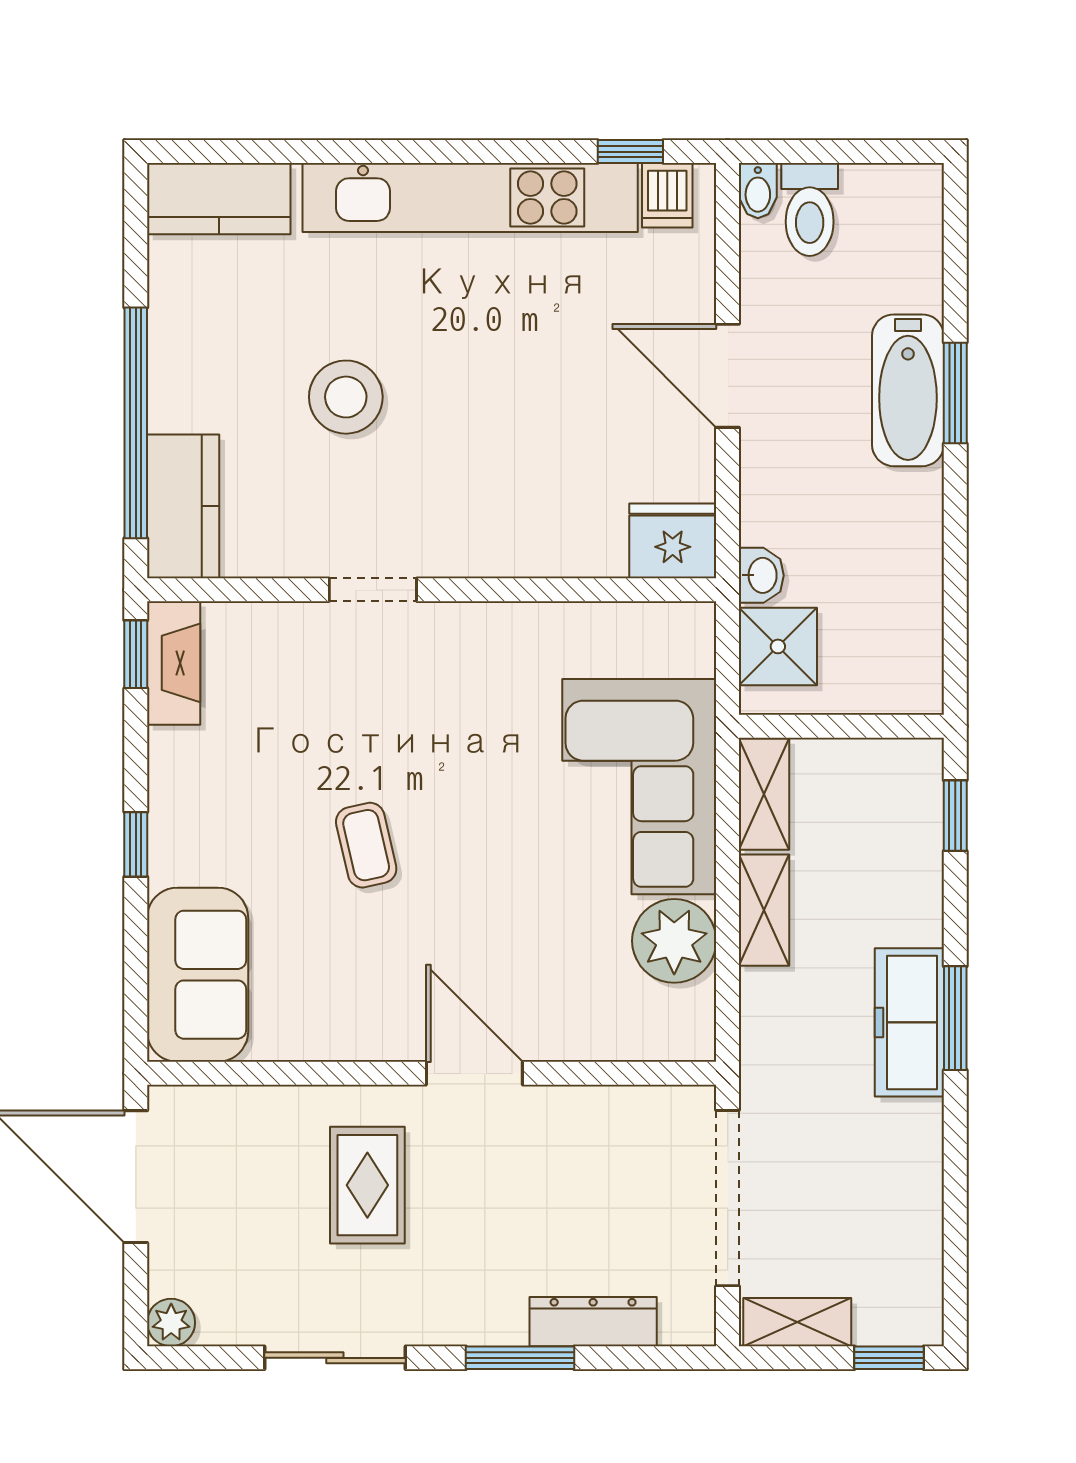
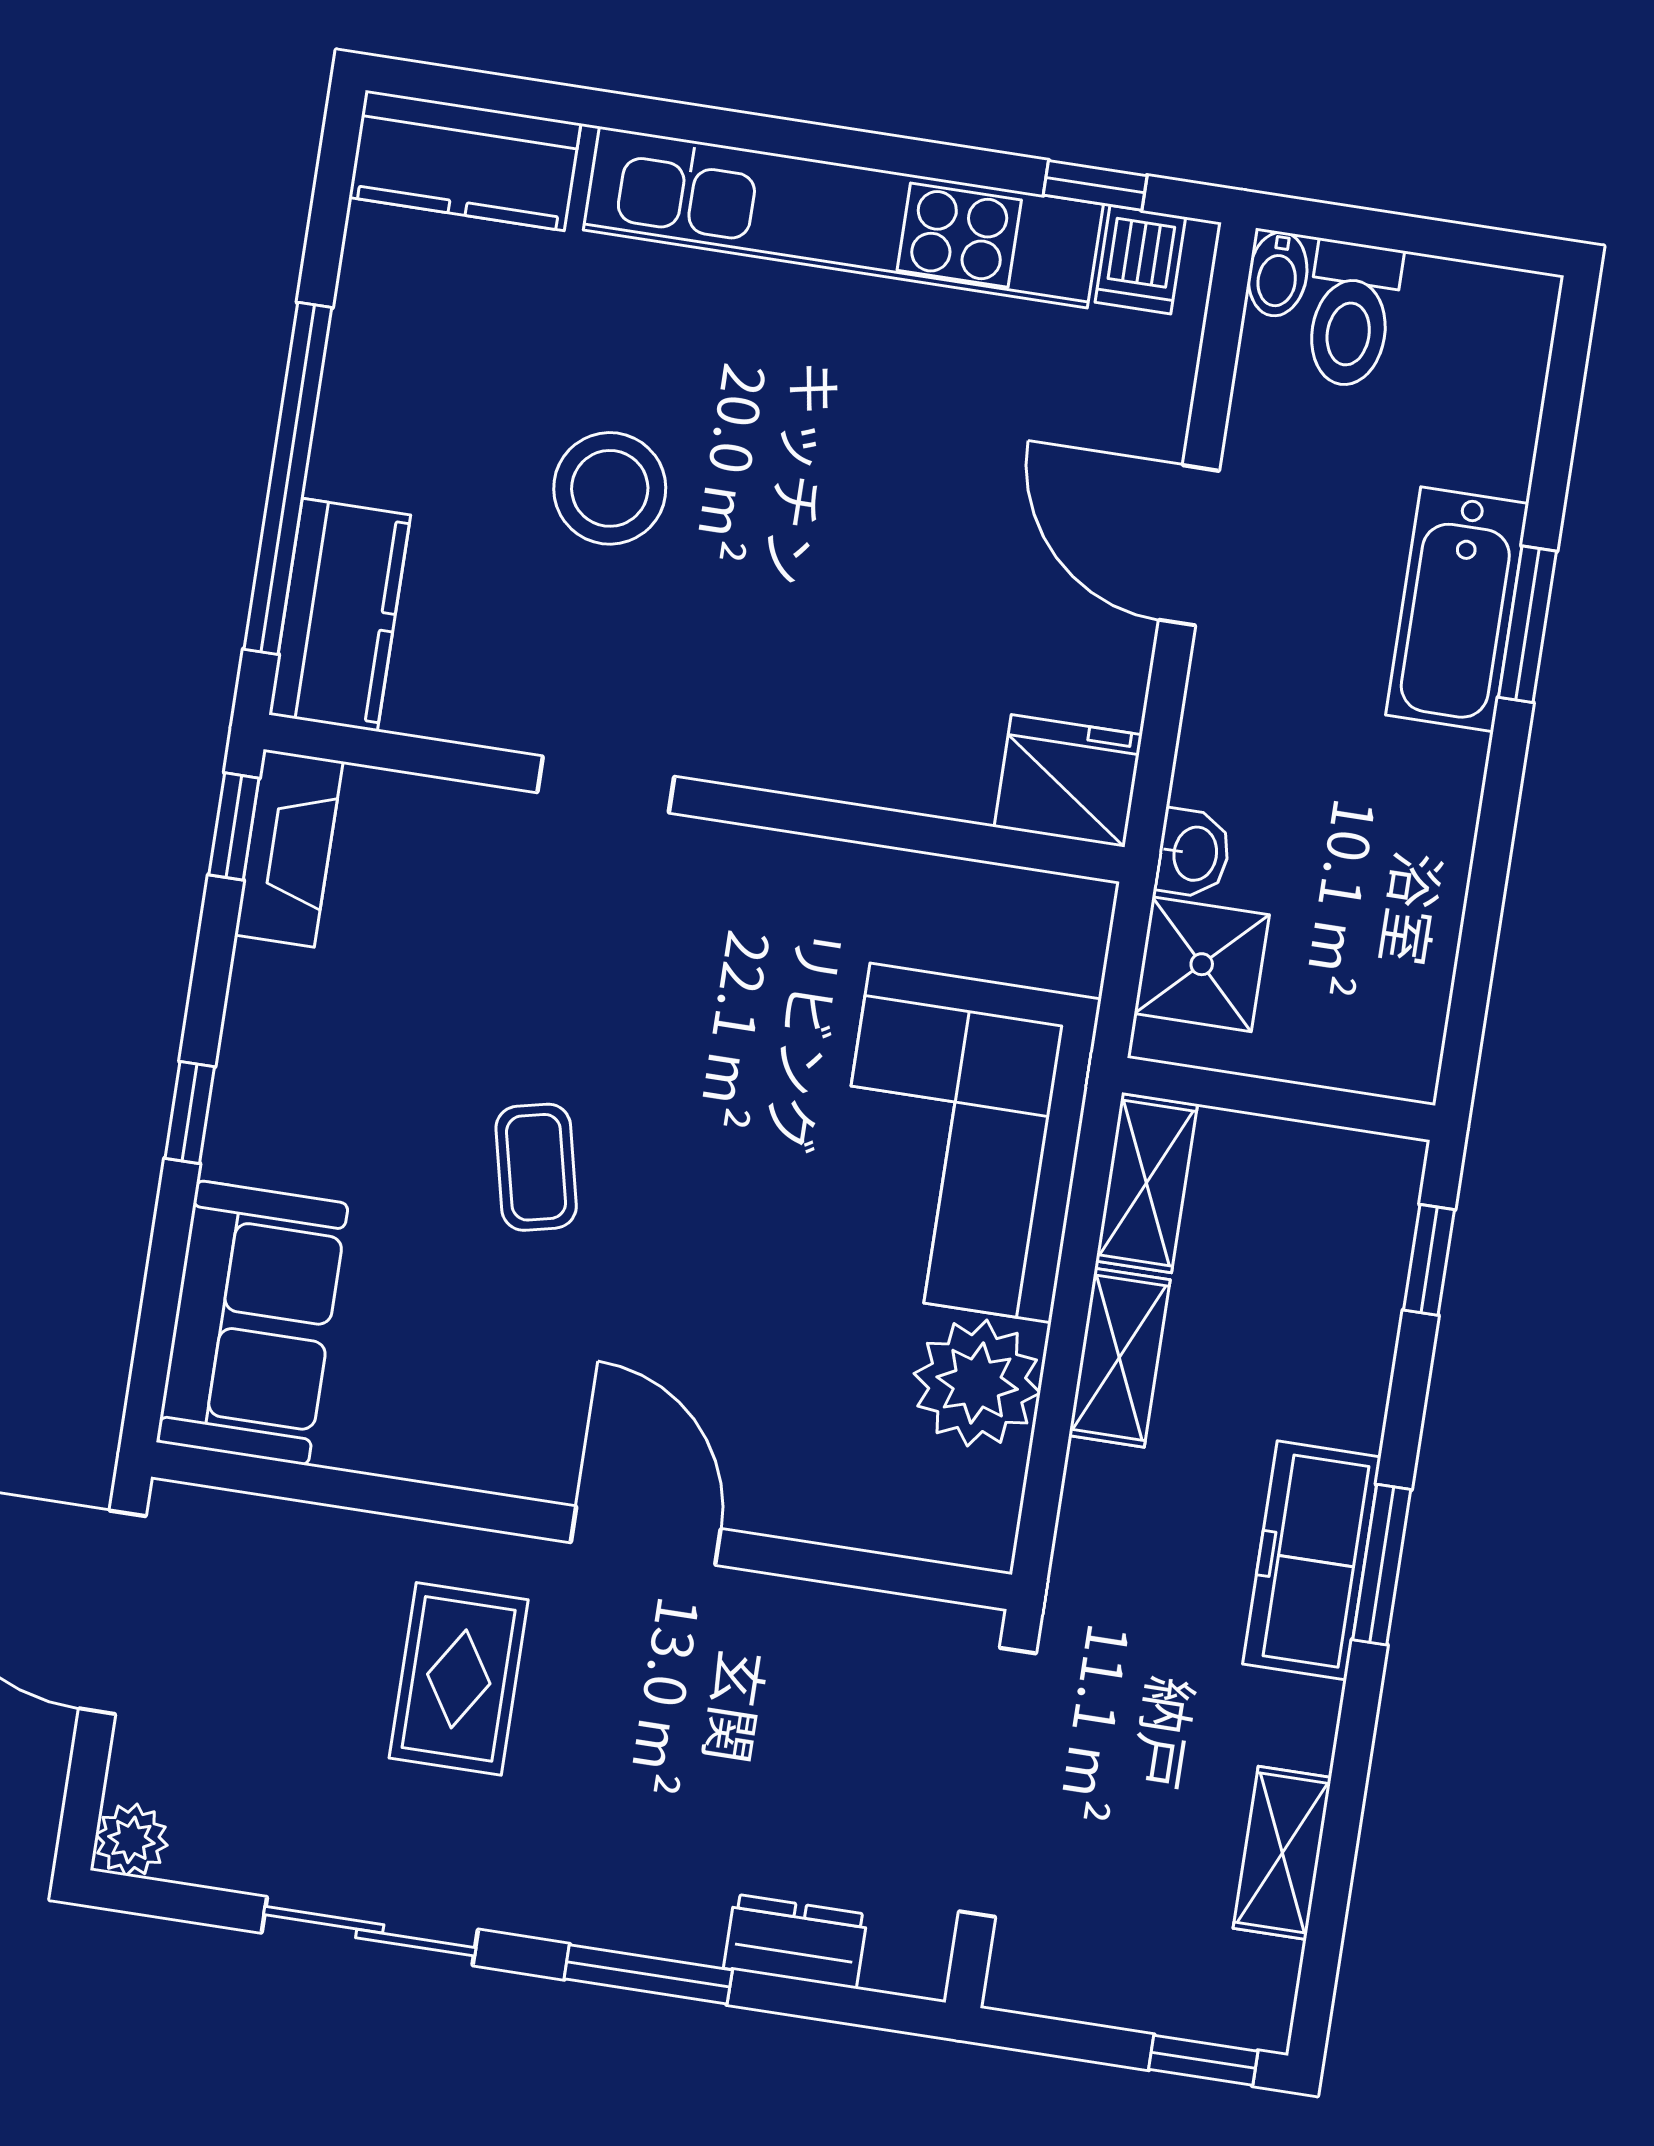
dresser: (593, 1322) -> (795, 1941), width x0.70
shelving: (797, 1322) -> (1282, 1853), moved, turned 90

